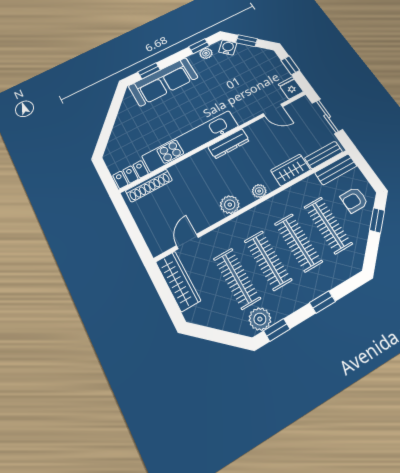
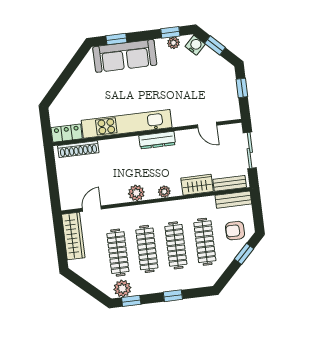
fridge: (291, 88) -> (232, 110), removed

